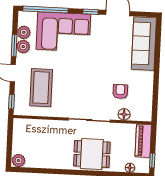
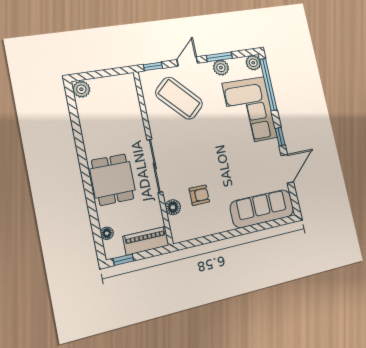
plant: (24, 32) -> (253, 63), moved
coffee table: (41, 88) -> (179, 98), turned 47

